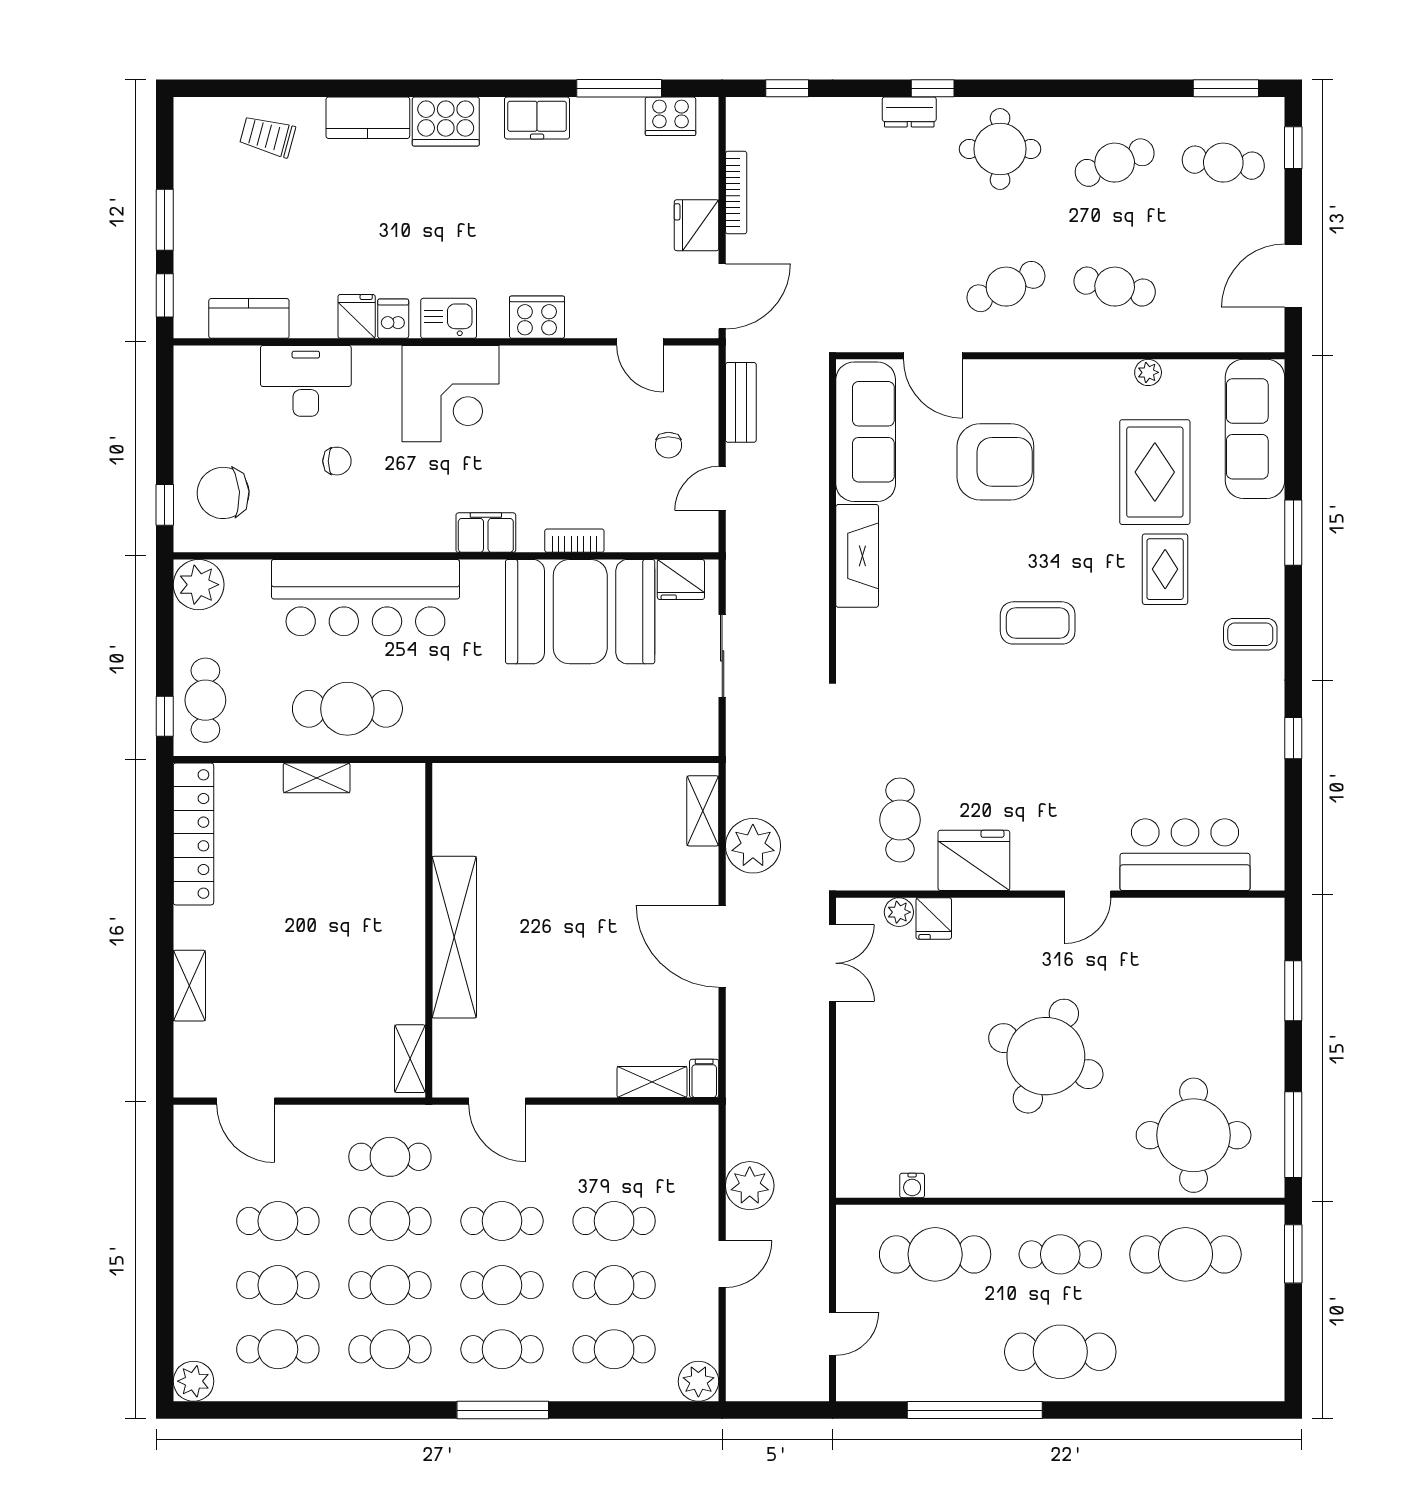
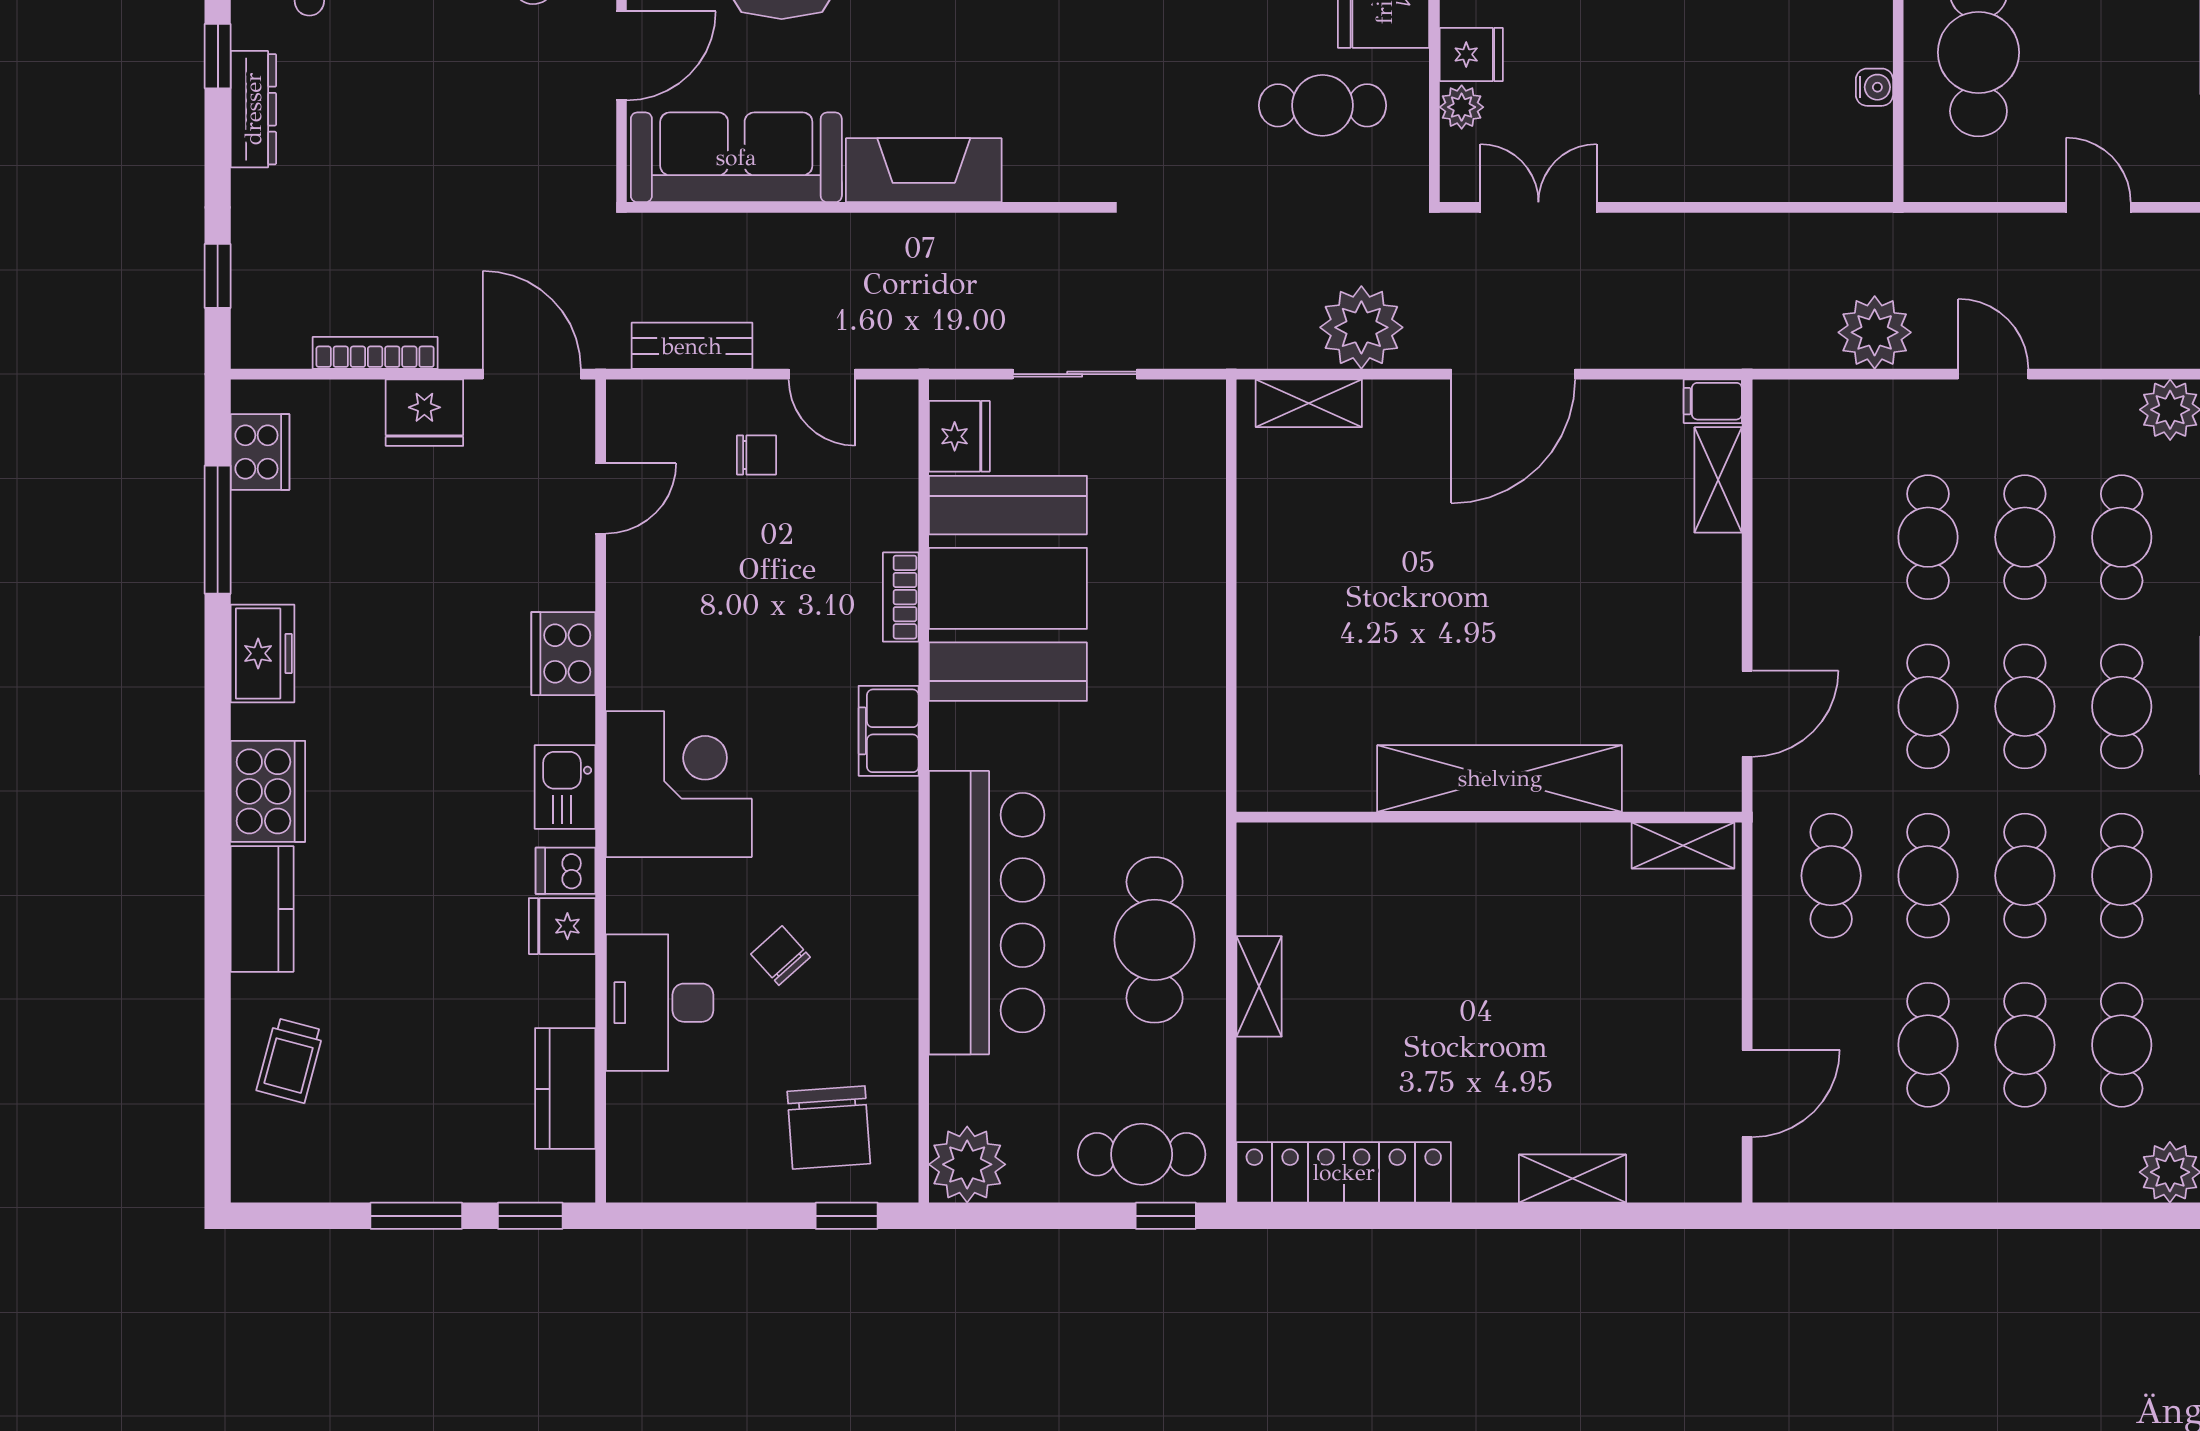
dresser: (909, 112) -> (253, 109), width x1.44
chair: (337, 461) -> (781, 956), turned -42

